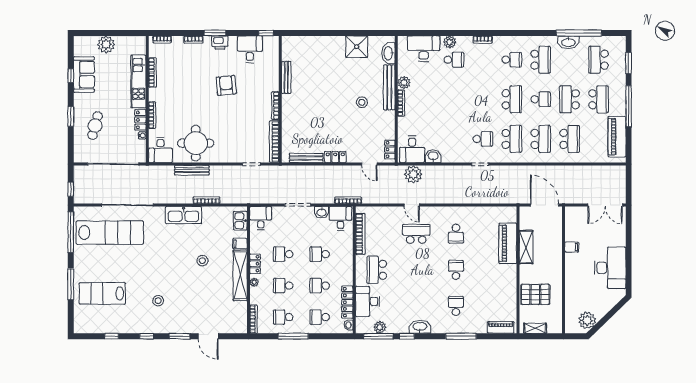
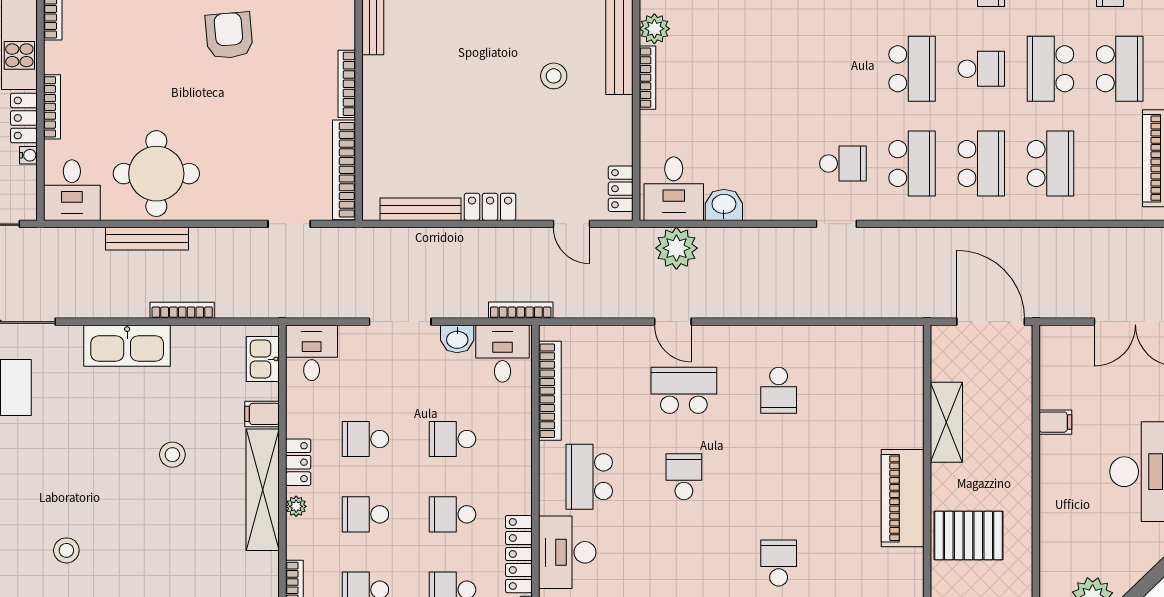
piano: (508, 243) -> (903, 498), moved
school desk: (456, 270) -> (684, 477), moved

